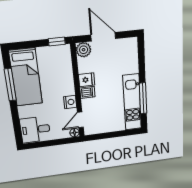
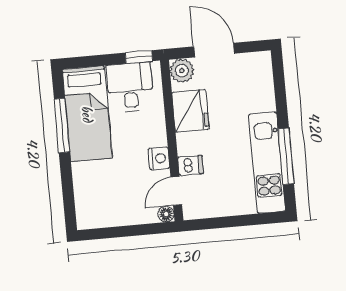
fridge: (87, 80) -> (190, 111), width x1.88, depth x1.34
dishwasher: (87, 92) -> (191, 165), moved
desk: (35, 130) -> (130, 87), moved, turned 90

